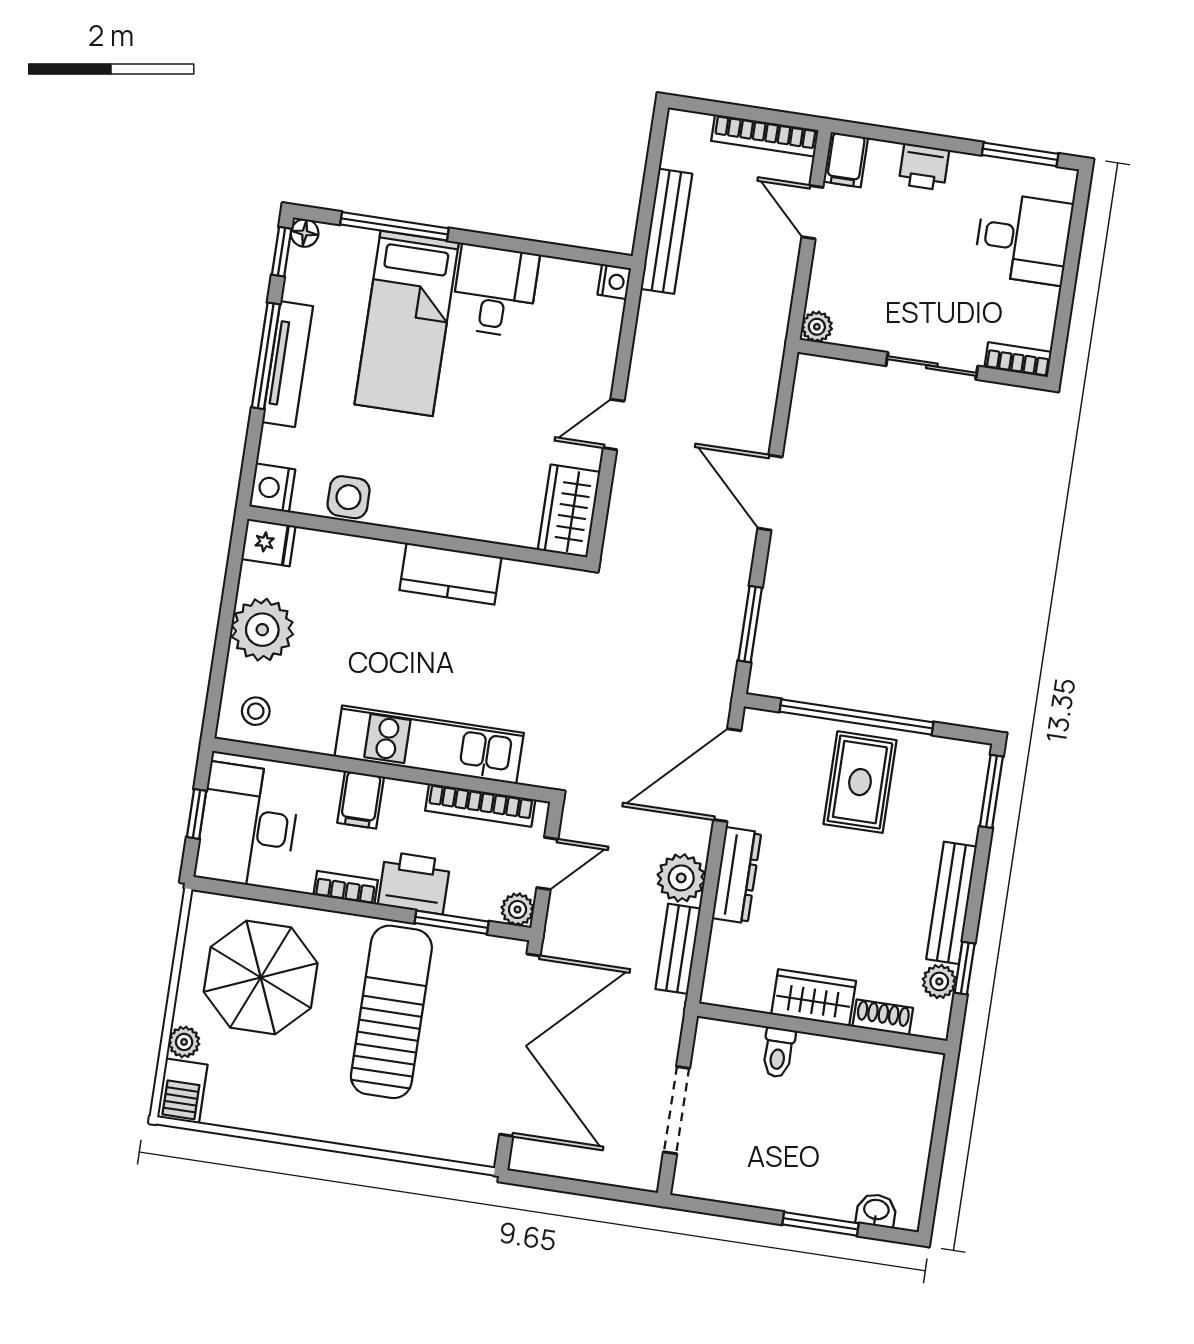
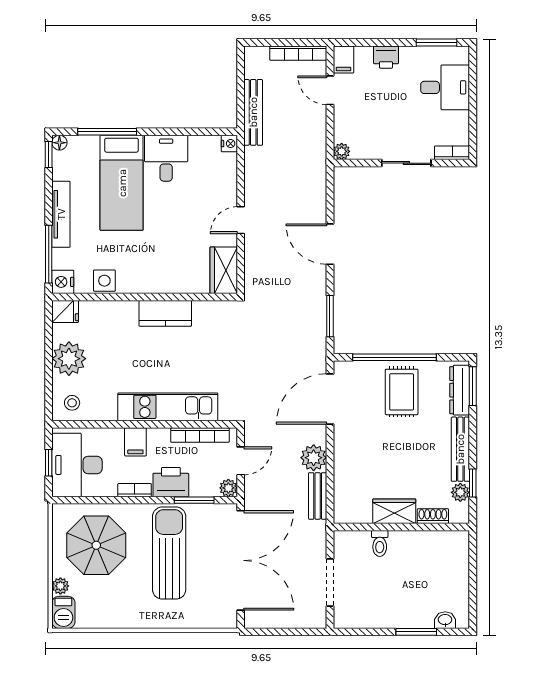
window: (266, 356) -> (49, 254), moved
dresser: (737, 875) -> (460, 390), moved, turned 180

